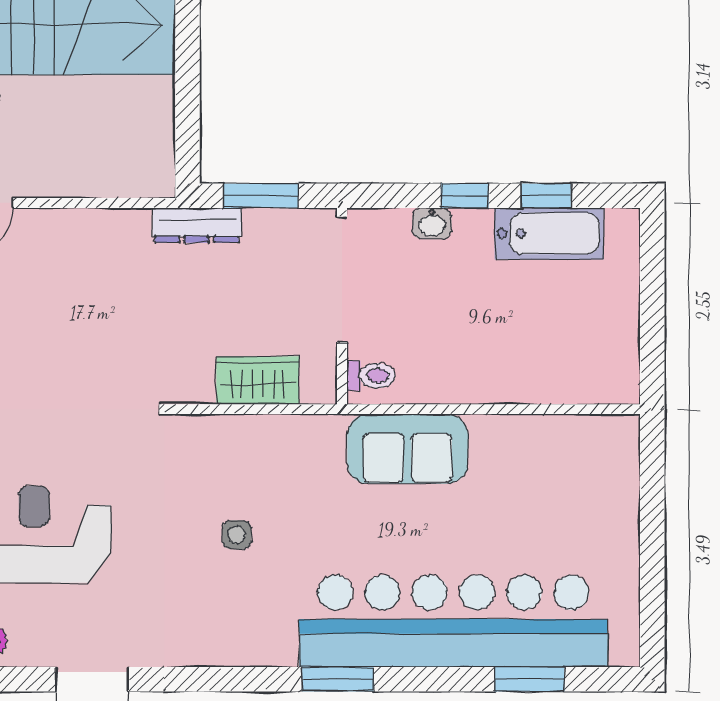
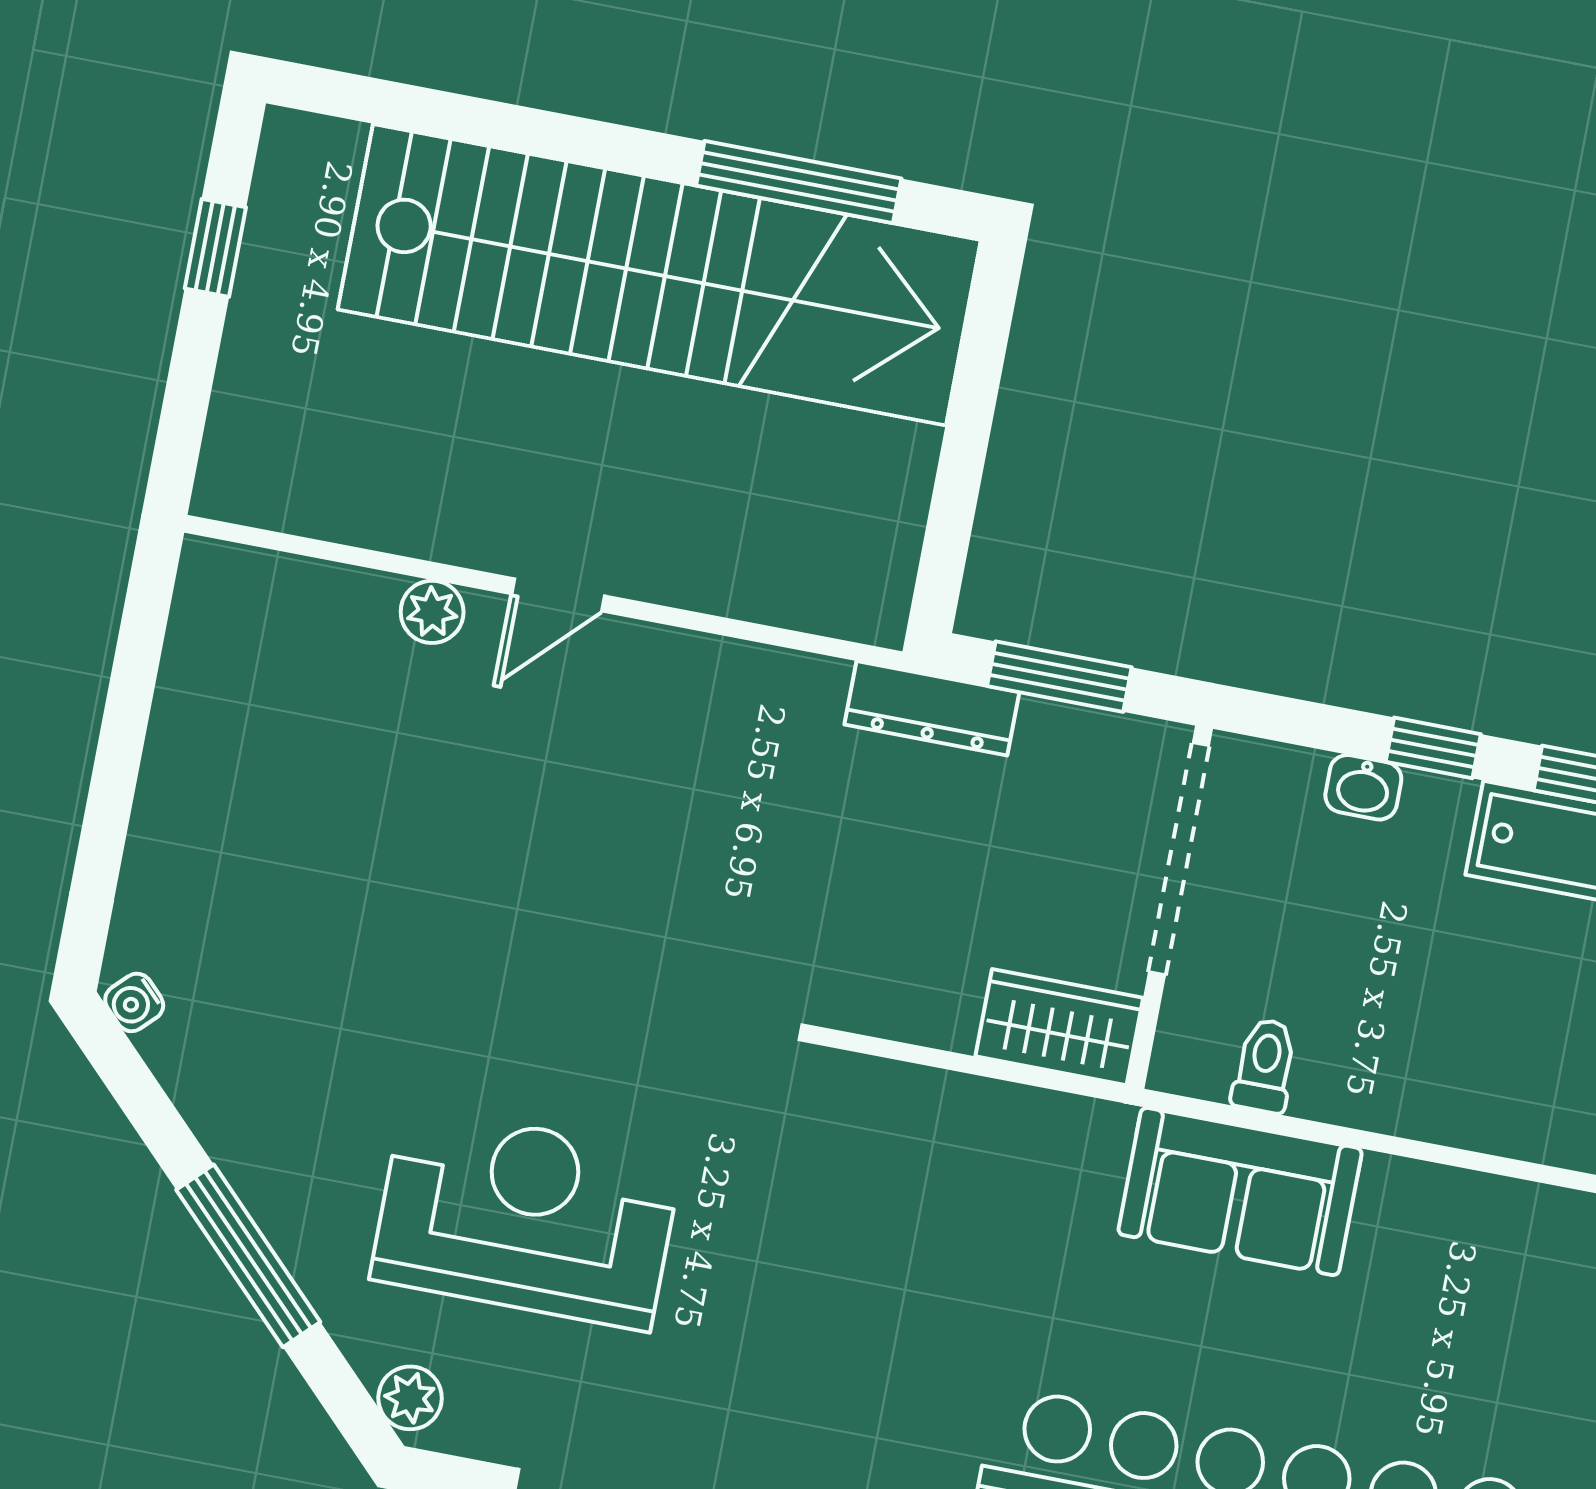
toilet: (371, 376) -> (1265, 1066), moved, turned -90
wardrobe: (258, 380) -> (1059, 1027), moved
side table: (237, 535) -> (897, 1289), removed

